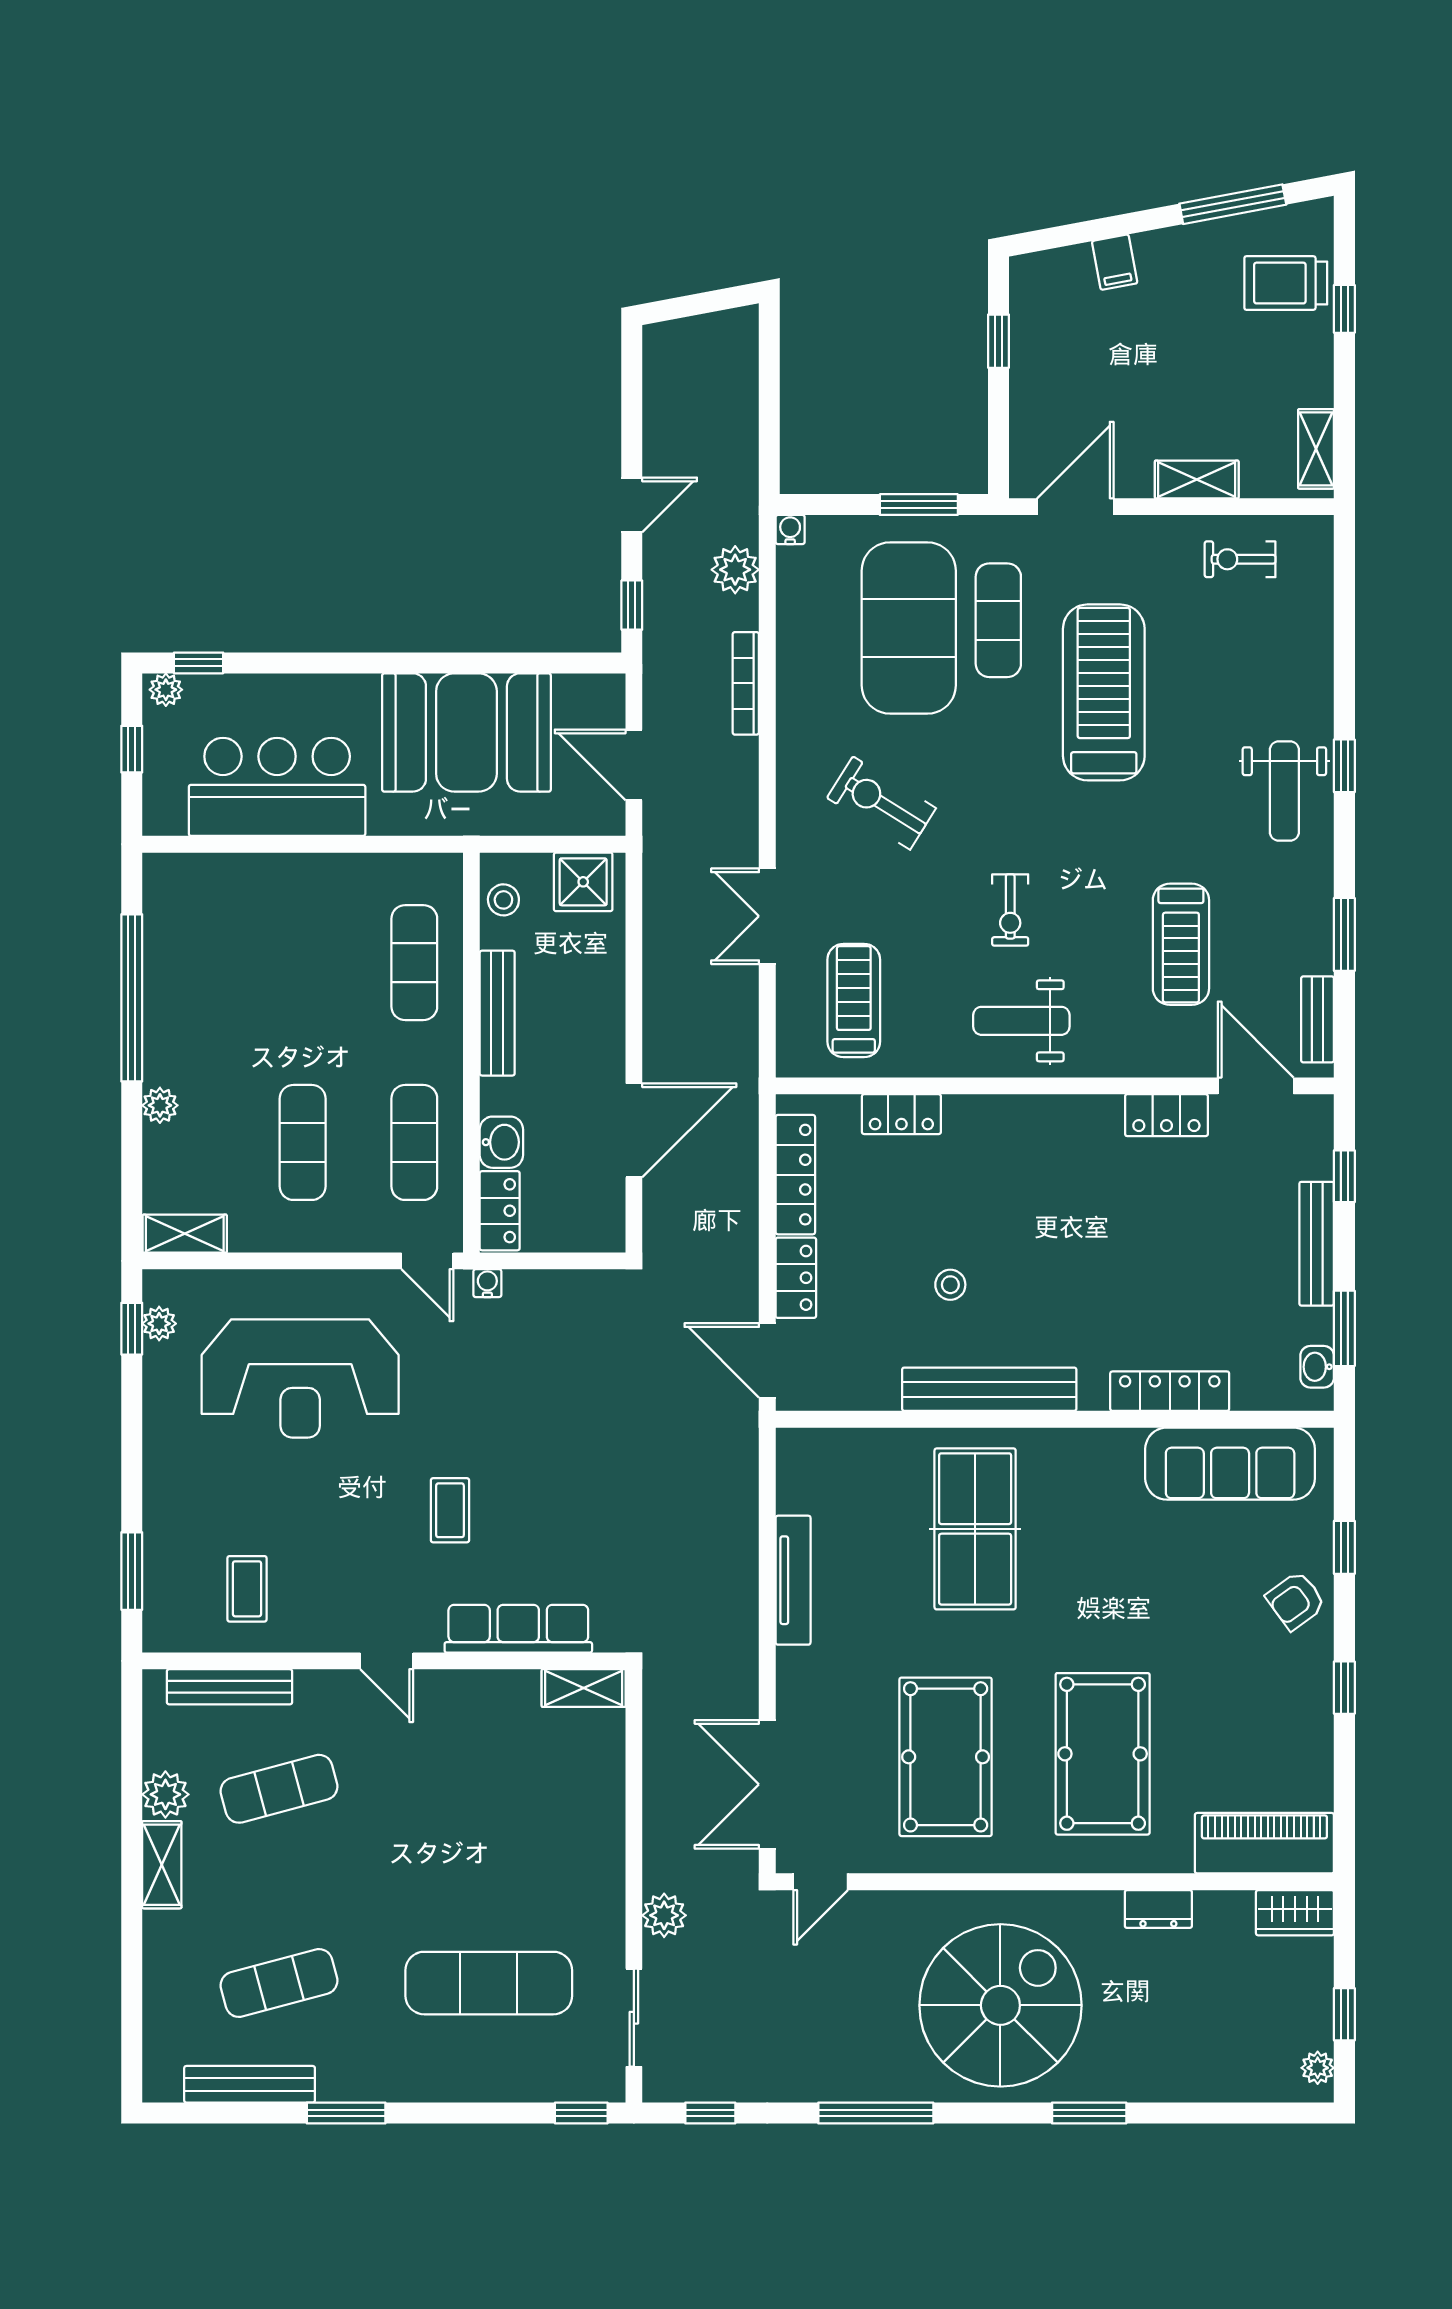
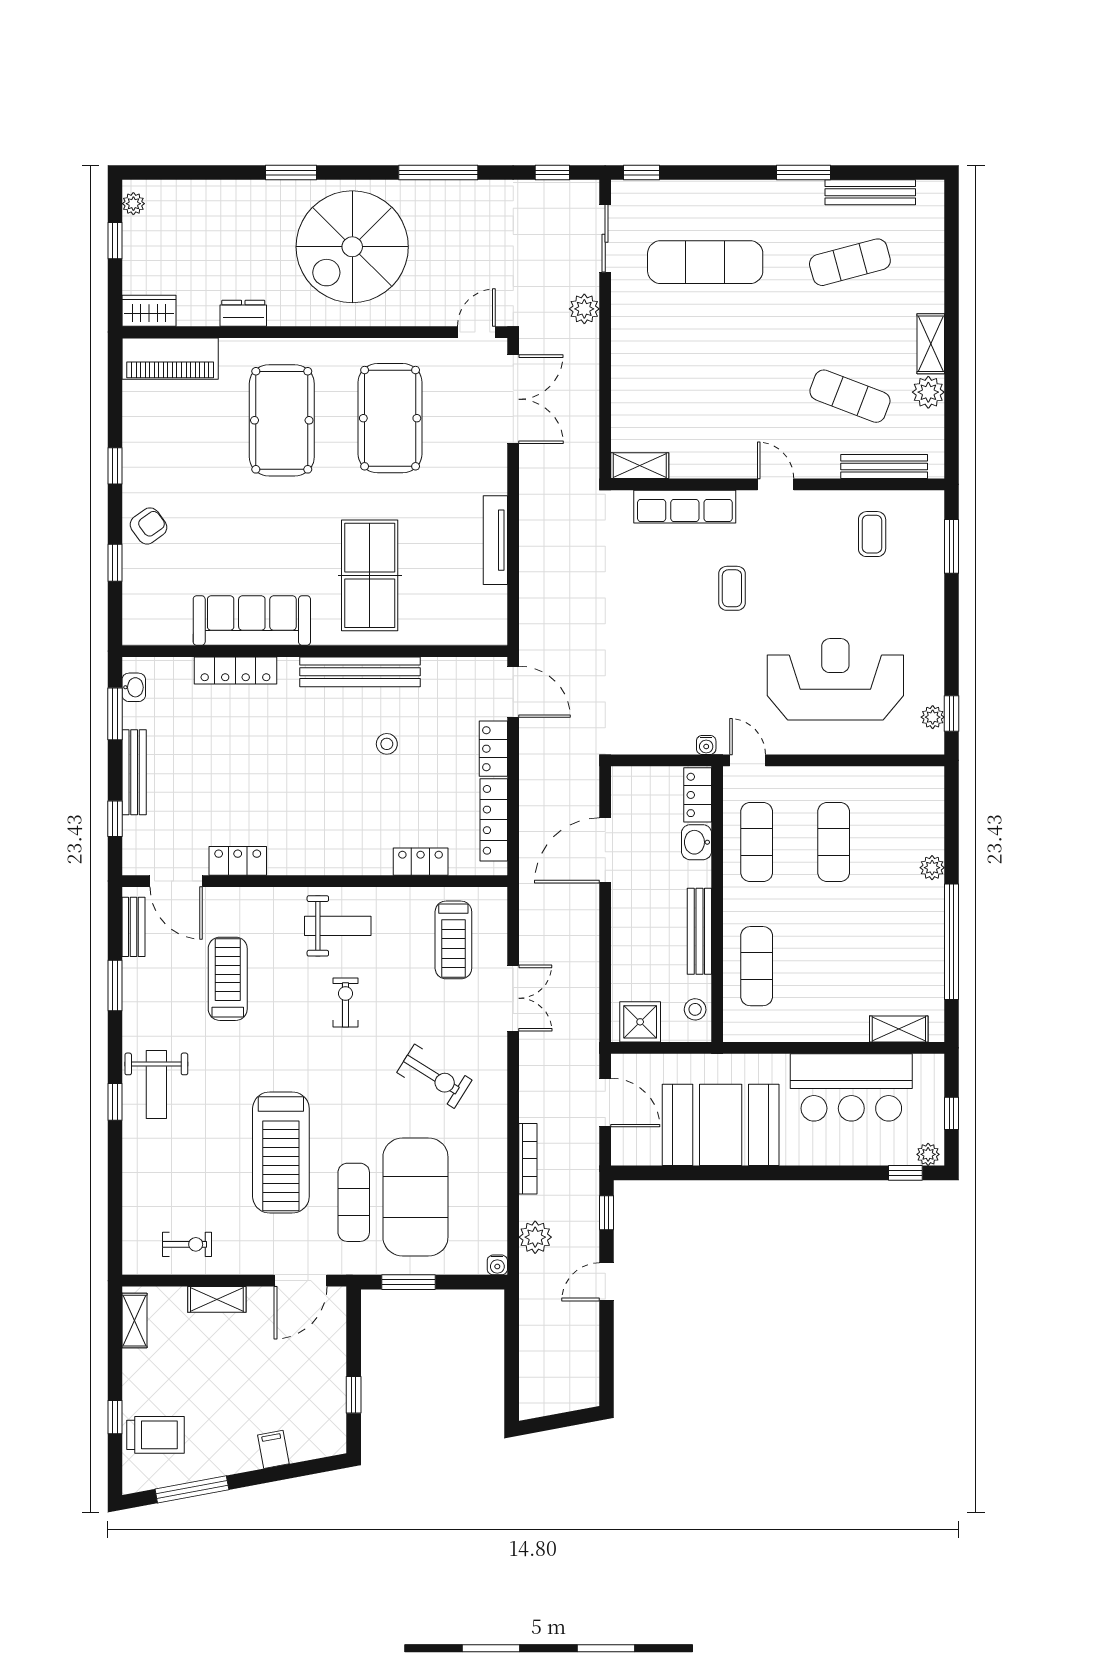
weight bench: (1284, 791) -> (156, 1084), turned 180
shelving: (185, 1234) -> (899, 1029), moved
sofa: (1230, 1464) -> (252, 620), moved
exercise mat: (279, 1789) -> (850, 396), turned 36

